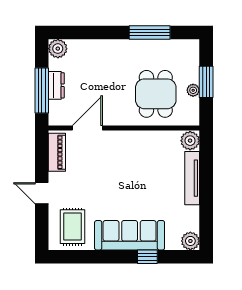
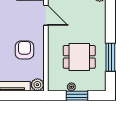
dining table: (156, 94) -> (79, 57), moved
armchair: (139, 160) -> (24, 50), added

